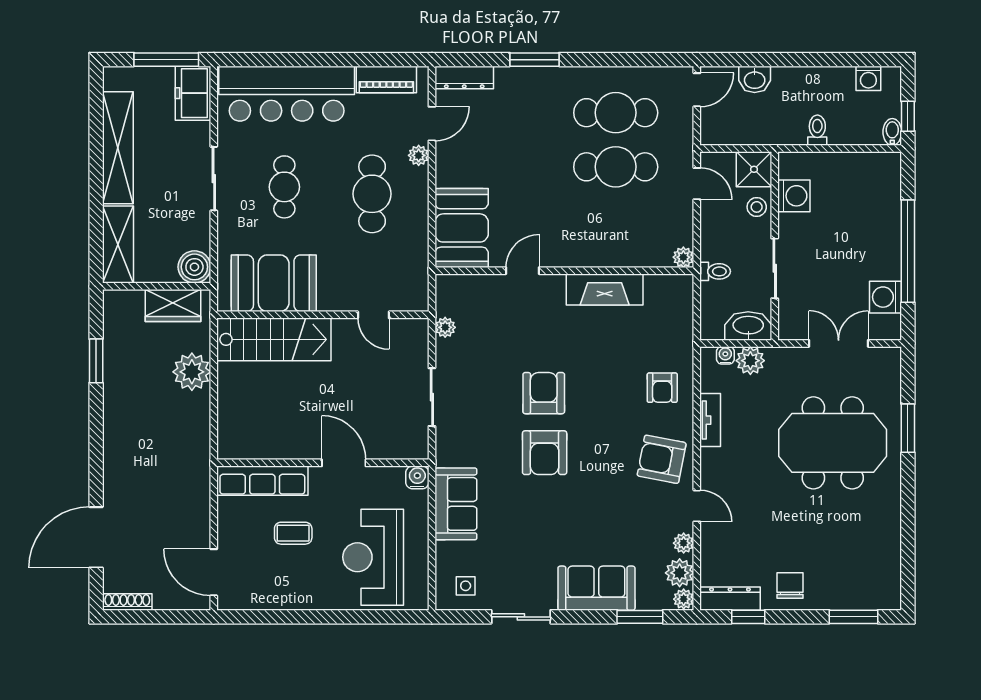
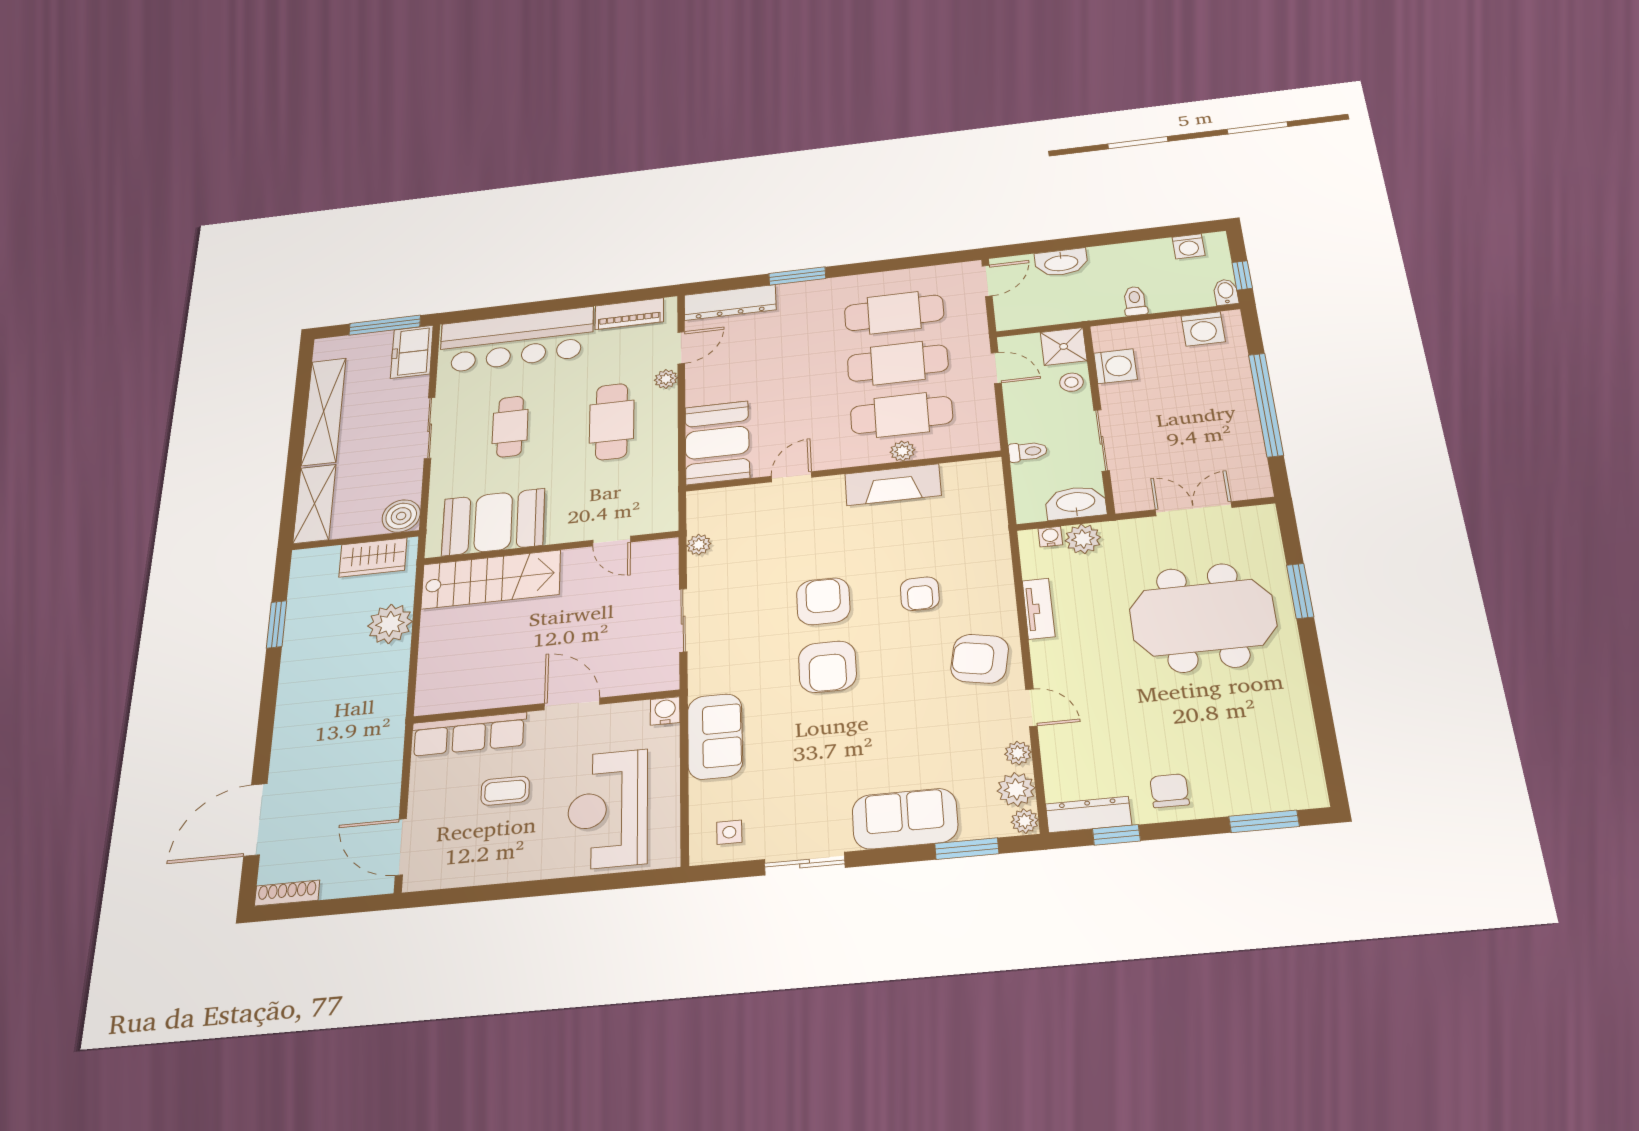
dresser: (464, 77) -> (730, 303), width x1.37, depth x1.24
washbasin: (755, 79) -> (1061, 262), width x1.38
cafe table: (616, 221) -> (902, 415), added
plant: (683, 257) -> (902, 451), moved
washing machine: (886, 297) -> (1203, 329), moved, turned -90
armchair: (662, 388) -> (920, 594), moved

